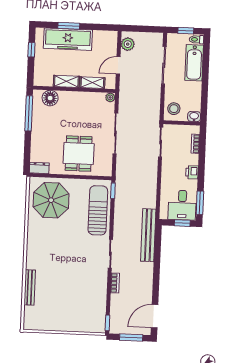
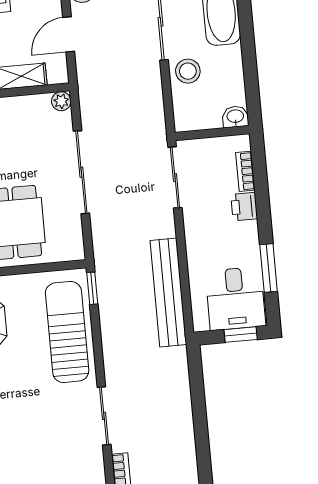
stool: (174, 109) -> (188, 71), moved
printer: (192, 172) -> (244, 207), moved
window: (200, 203) -> (269, 268), moved
bench: (148, 235) -> (168, 292), moved

